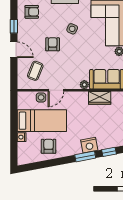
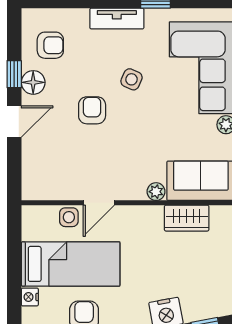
floor lamp: (23, 30) -> (33, 82), added
door: (14, 50) -> (14, 121), hinge flipped
coffee table: (35, 71) -> (57, 164), removed

